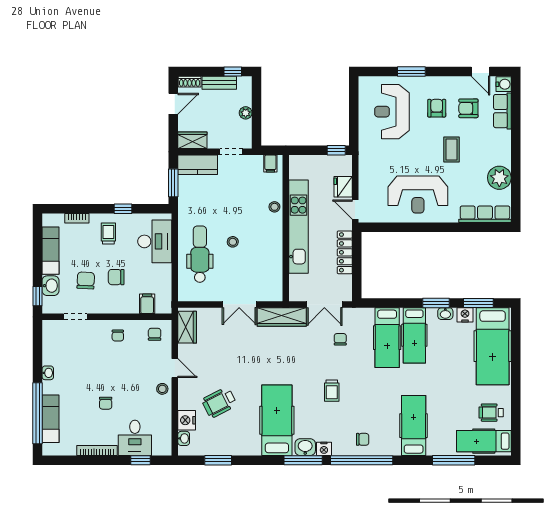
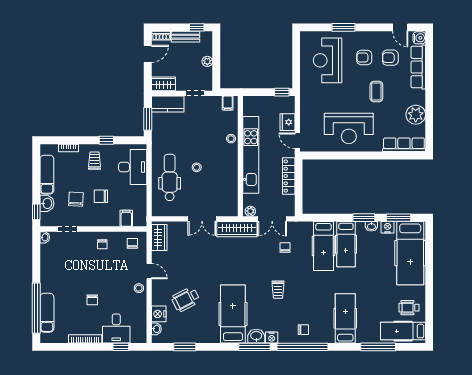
armchair: (437, 108) -> (364, 58), turned -90
row of seats: (502, 111) -> (418, 67), width x1.48
plant: (298, 295) -> (250, 211), added
washbasin: (48, 373) -> (45, 237), moved

